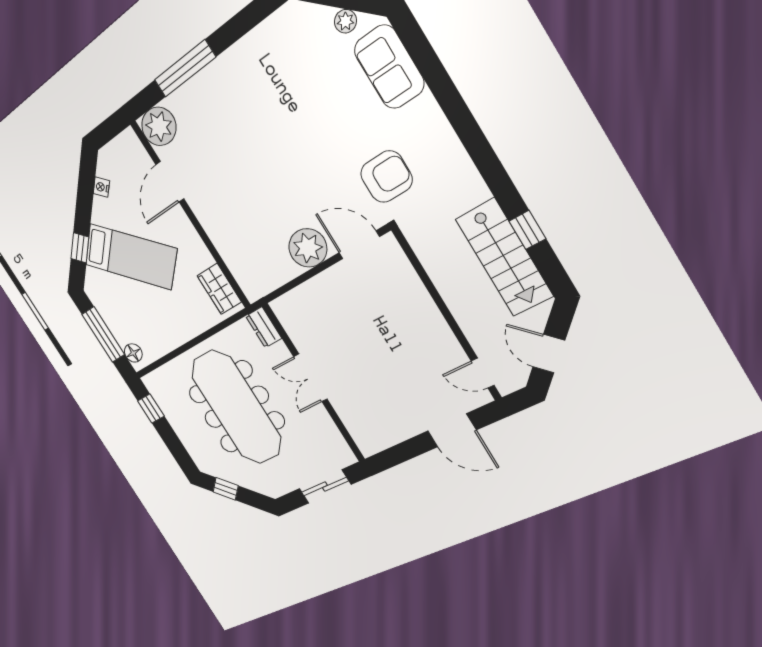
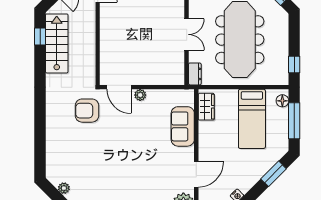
sofa: (389, 67) -> (183, 126), moved, turned 180
window: (527, 230) -> (40, 36), moved
window: (80, 248) -> (274, 174), width x1.50
plant: (308, 248) -> (140, 95), width x0.53, depth x0.53
bed: (131, 257) -> (252, 119), moved, turned -135

